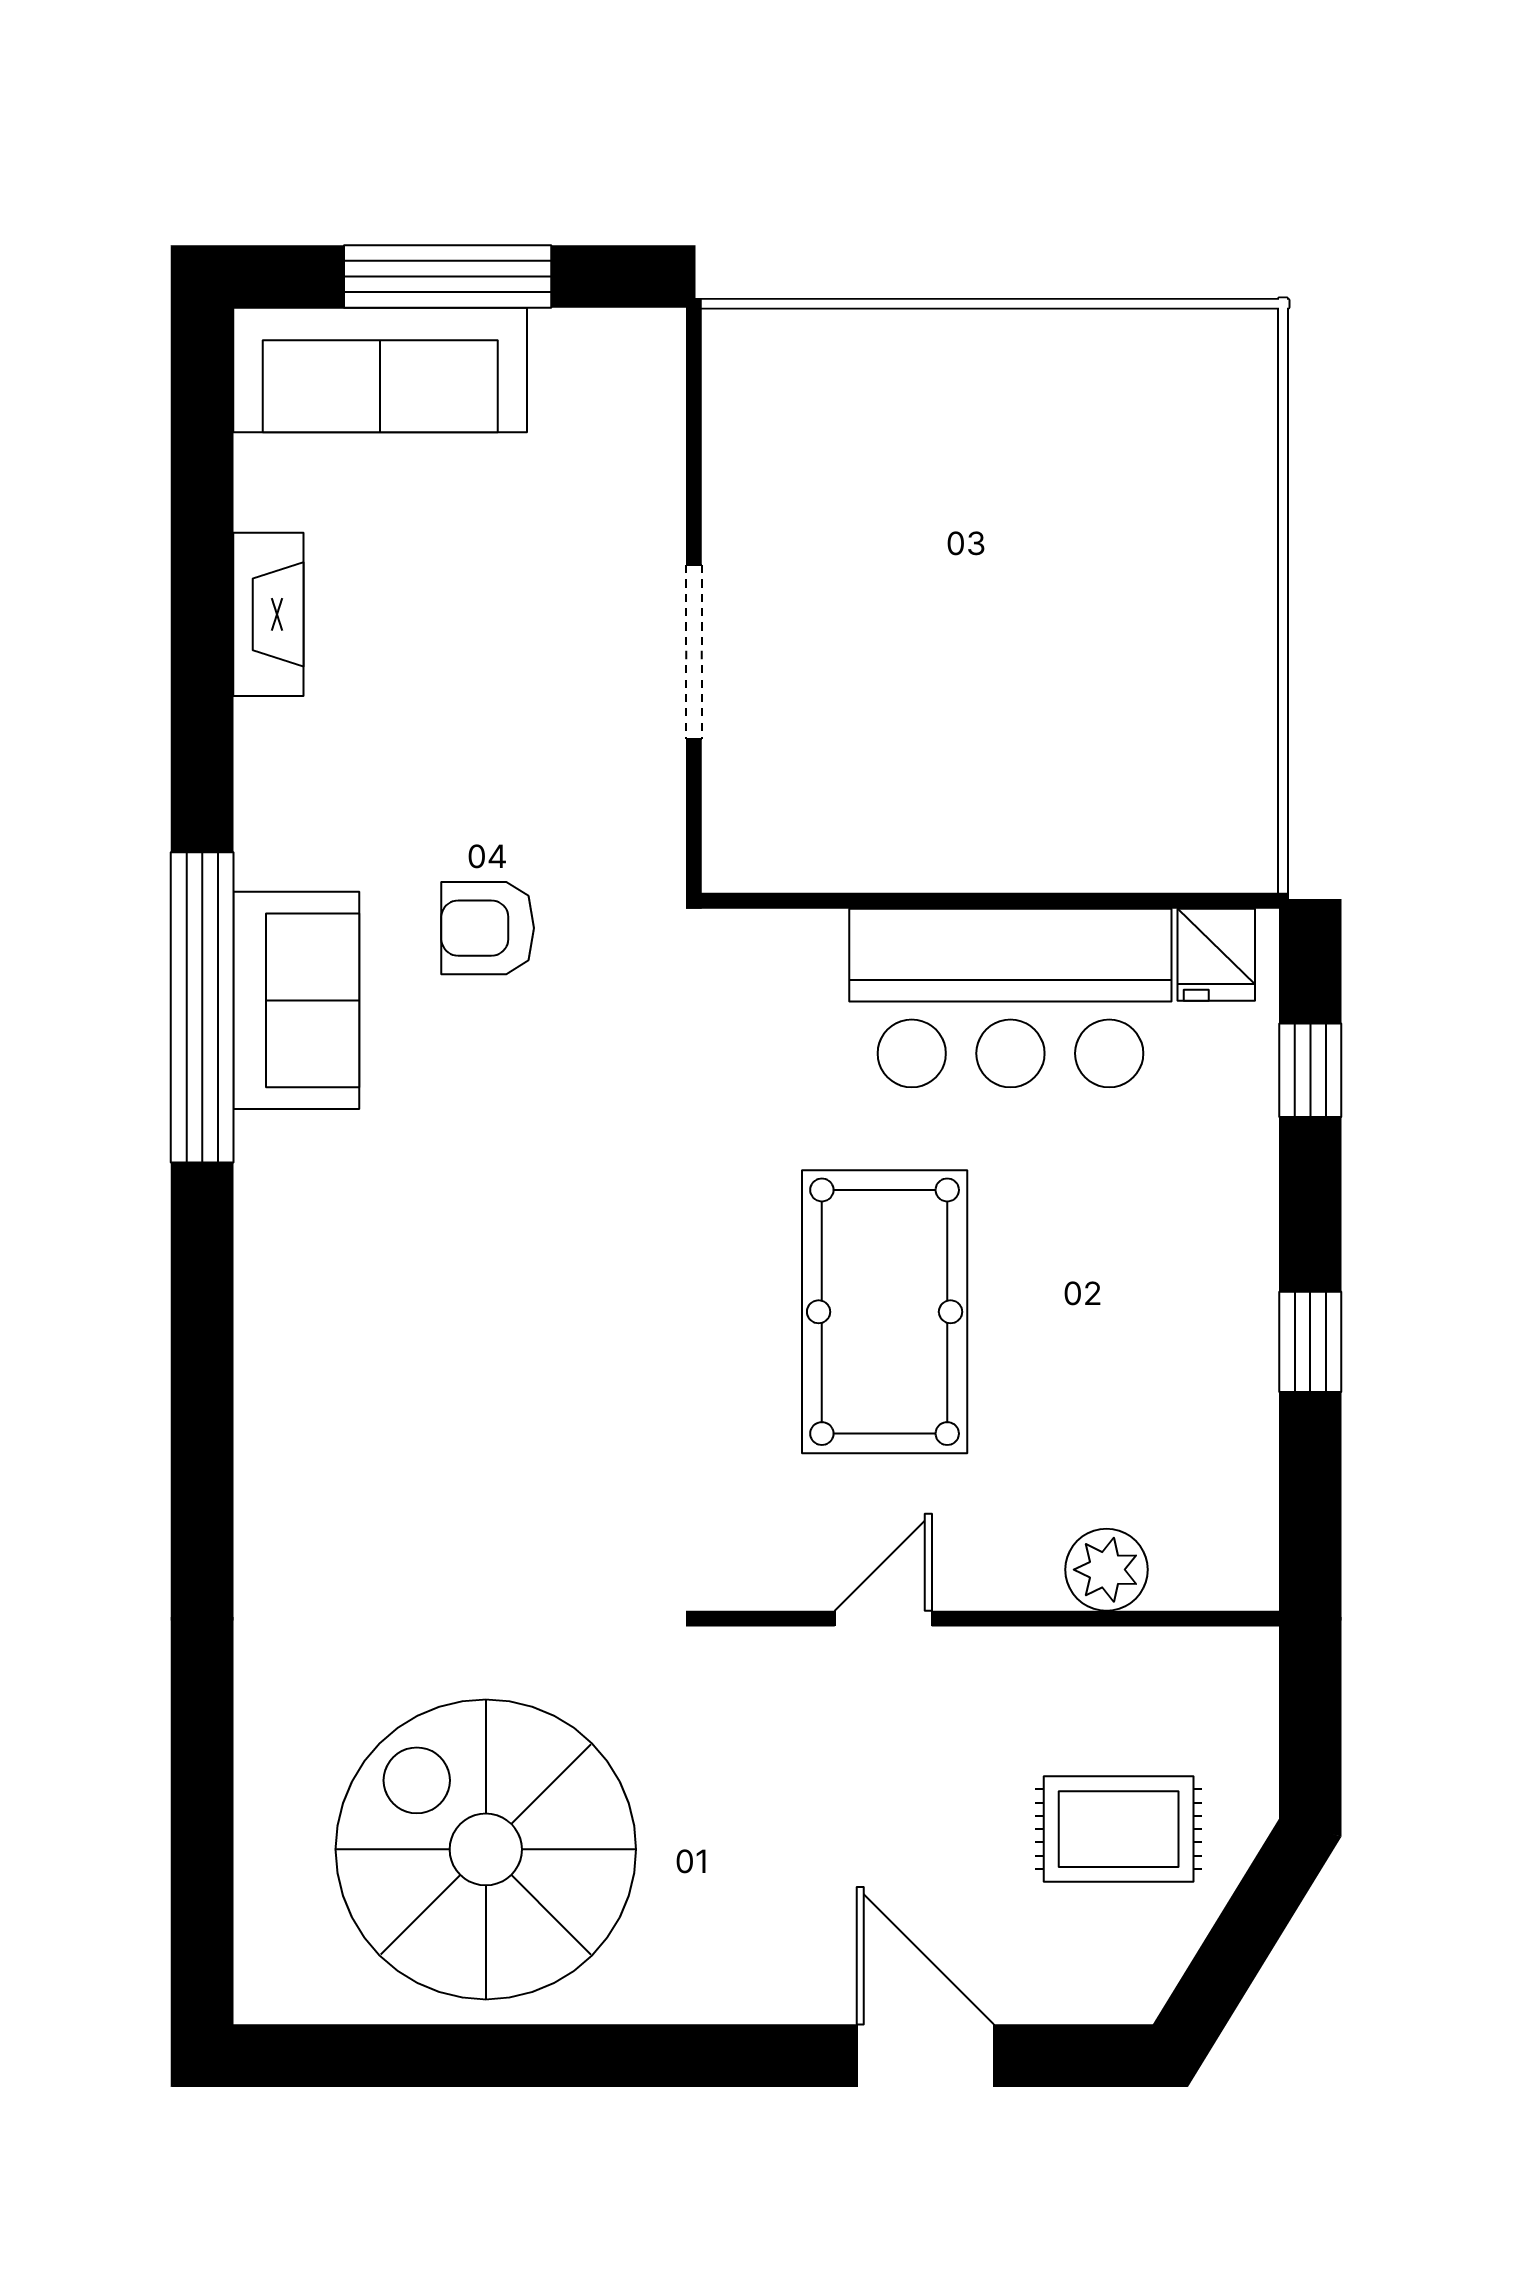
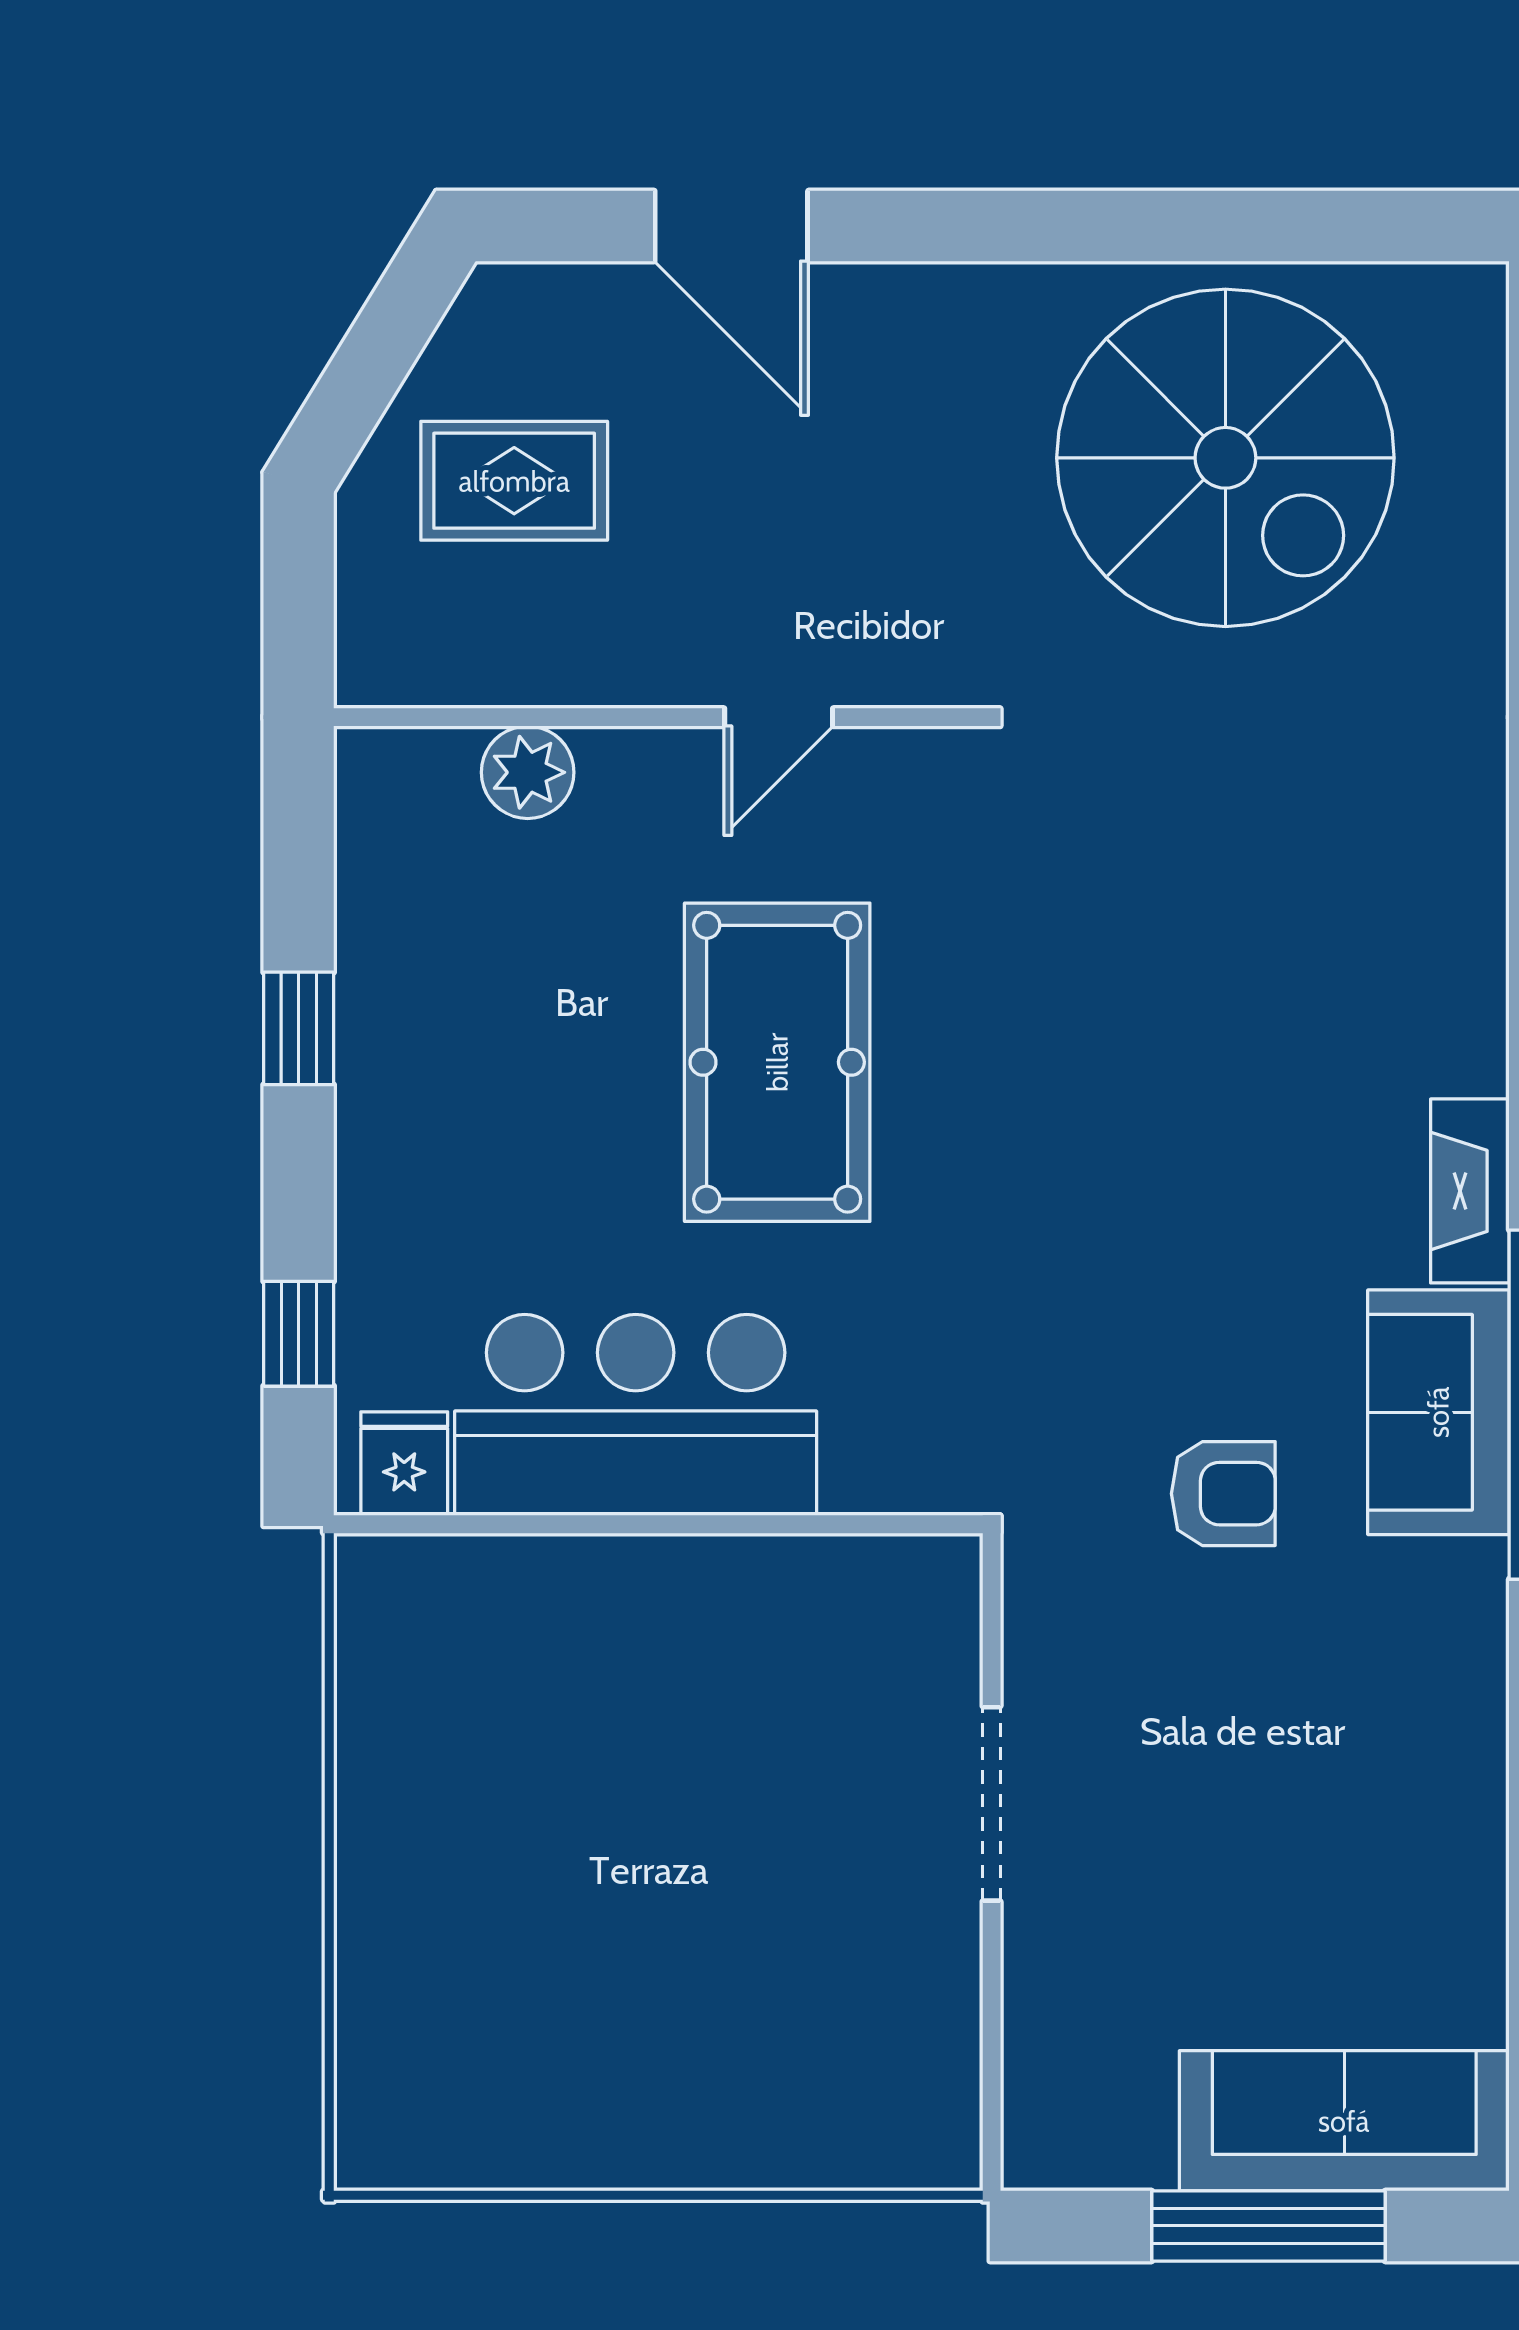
fireplace: (268, 614) -> (1470, 1191), moved

